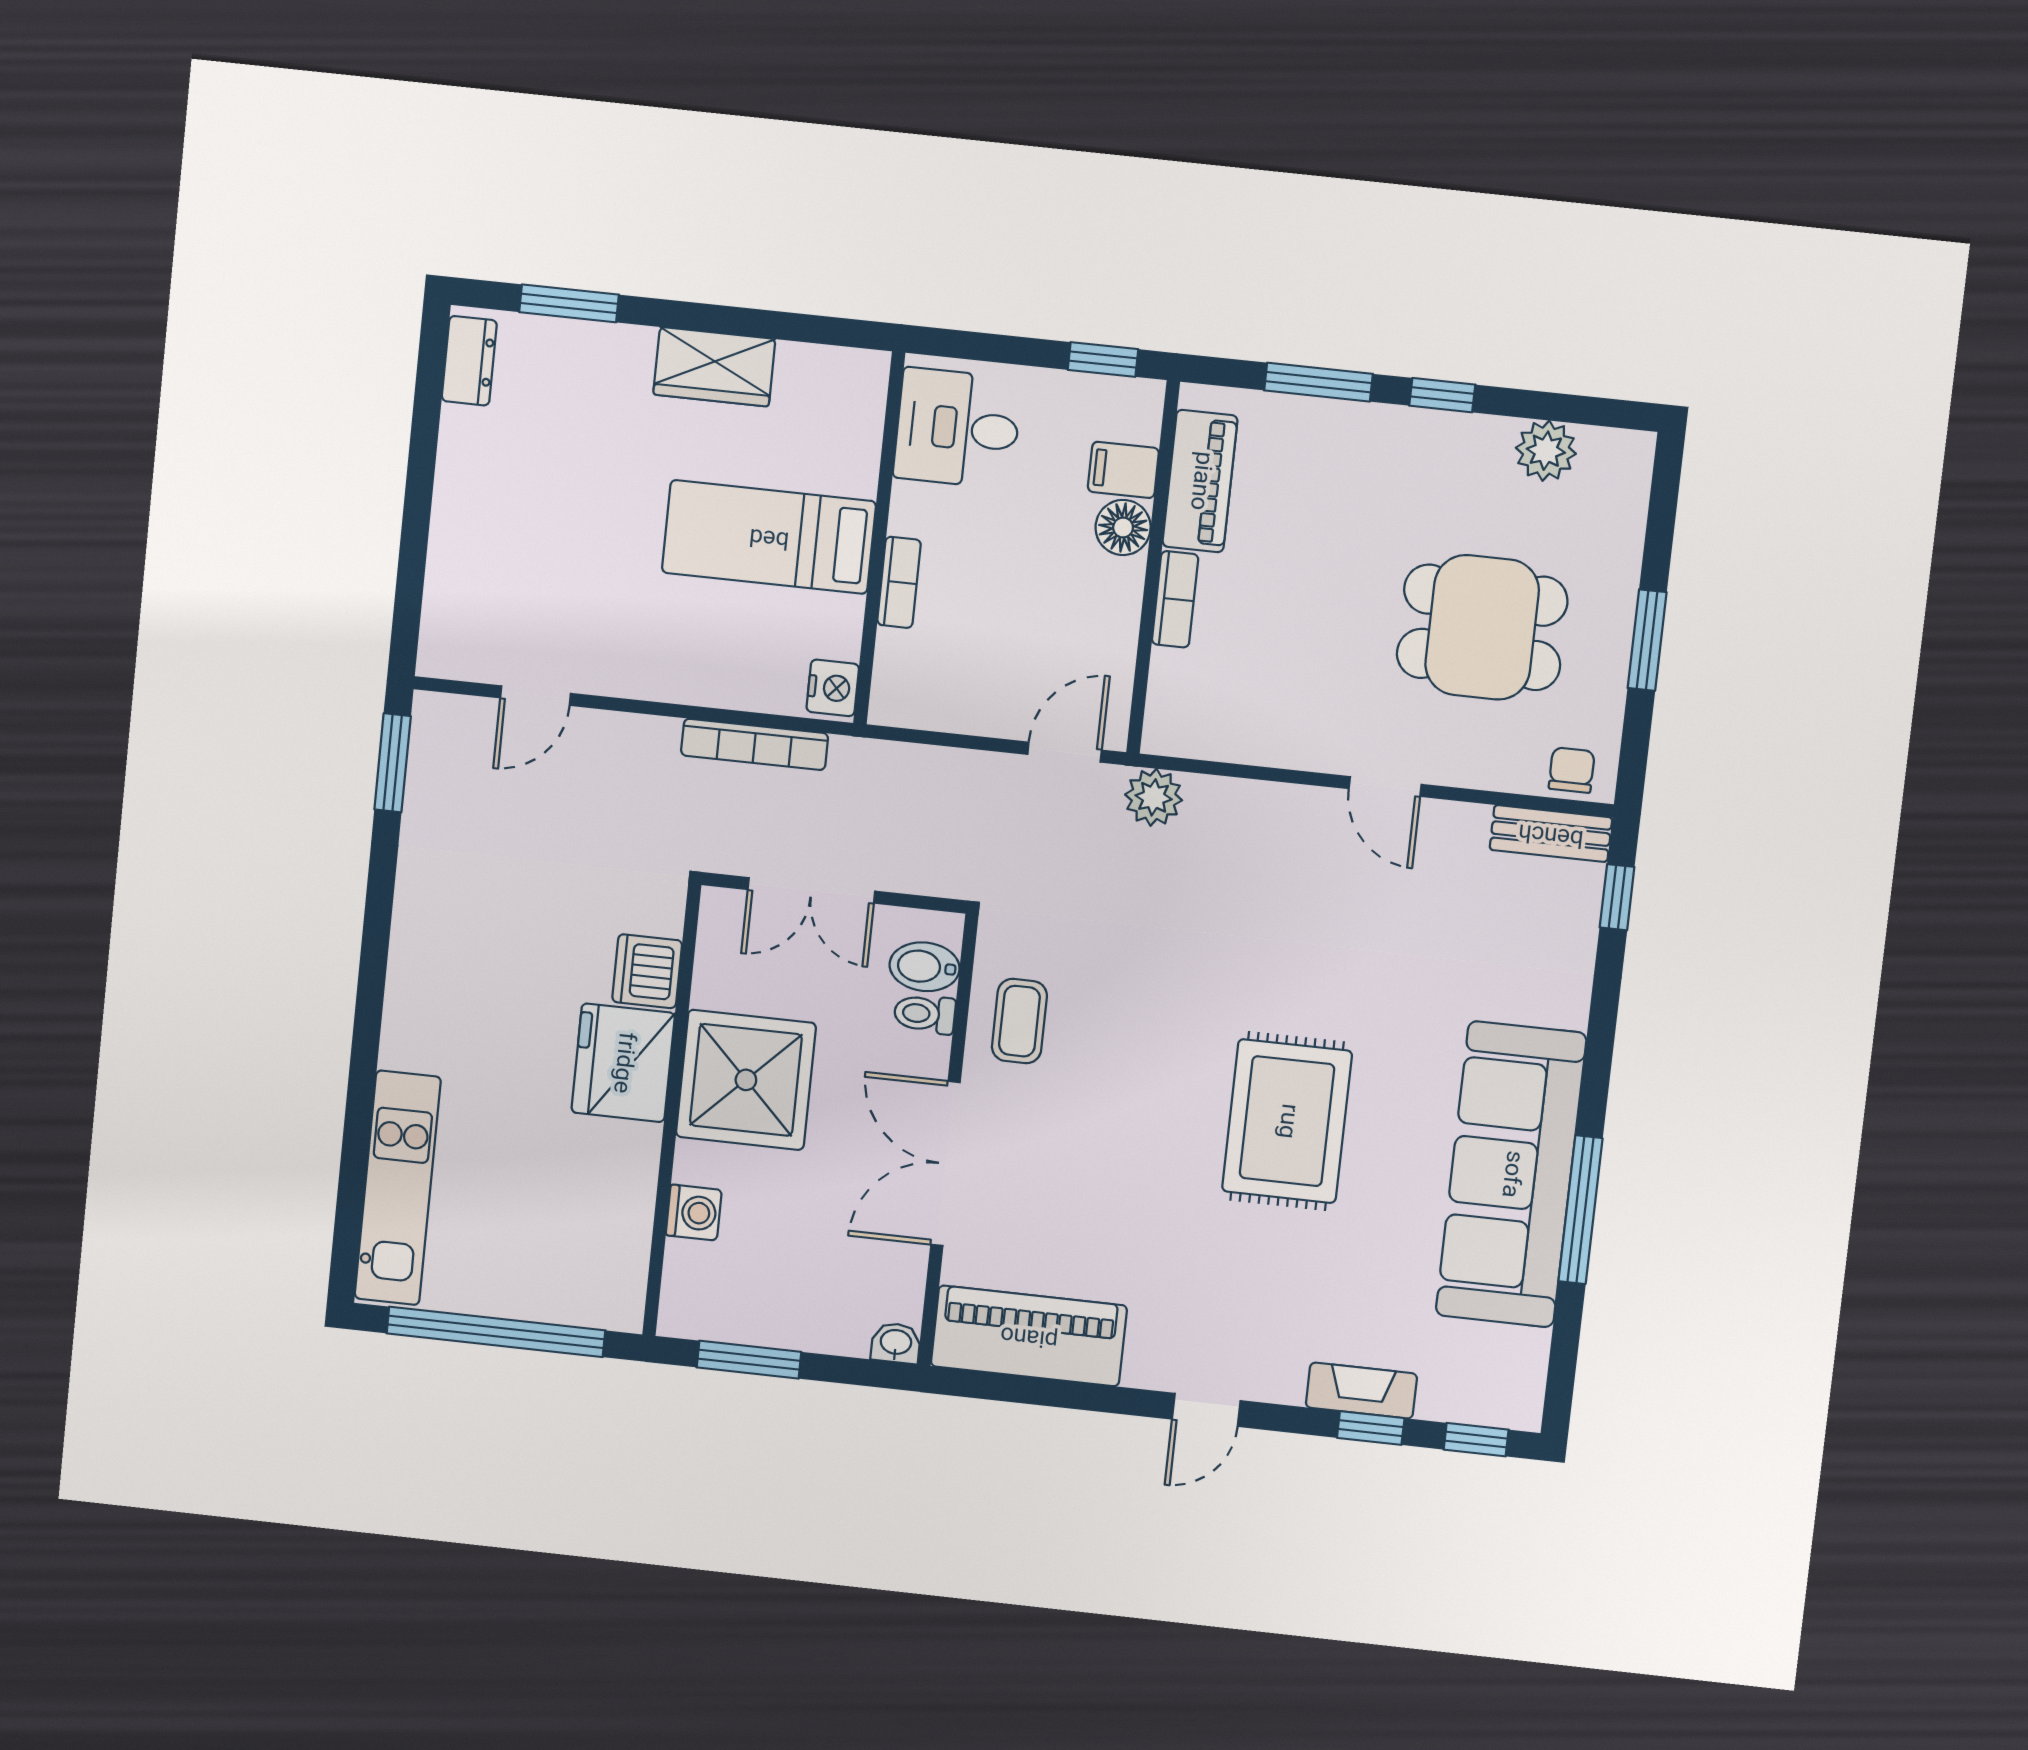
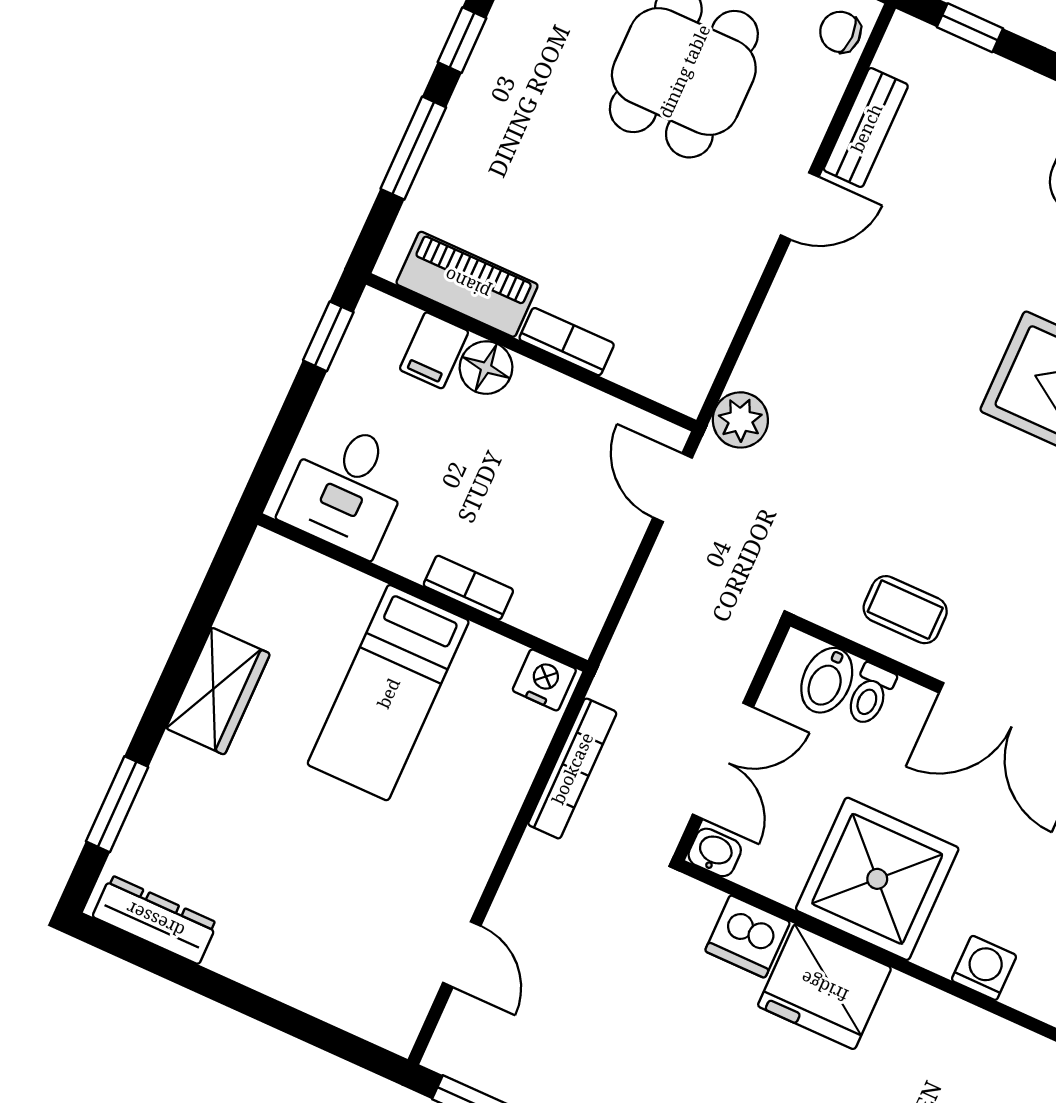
dresser: (469, 361) -> (155, 920), width x1.44
bench: (1551, 834) -> (866, 128), moved
washbasin: (719, 912) -> (715, 852), added

